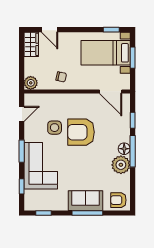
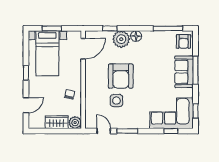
window: (111, 30) -> (26, 73), moved
wardrobe: (31, 44) -> (57, 122), moved
window: (22, 151) -> (127, 131), moved
window: (133, 151) -> (168, 28), moved
plant: (121, 165) -> (121, 39), moved
corner sofa: (41, 166) -> (172, 113), moved

